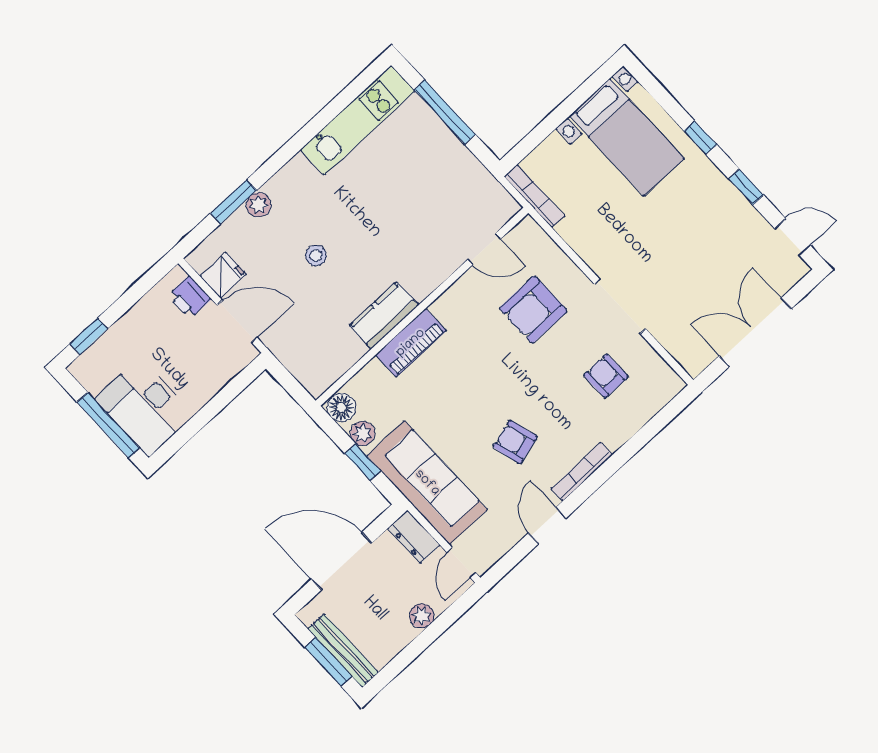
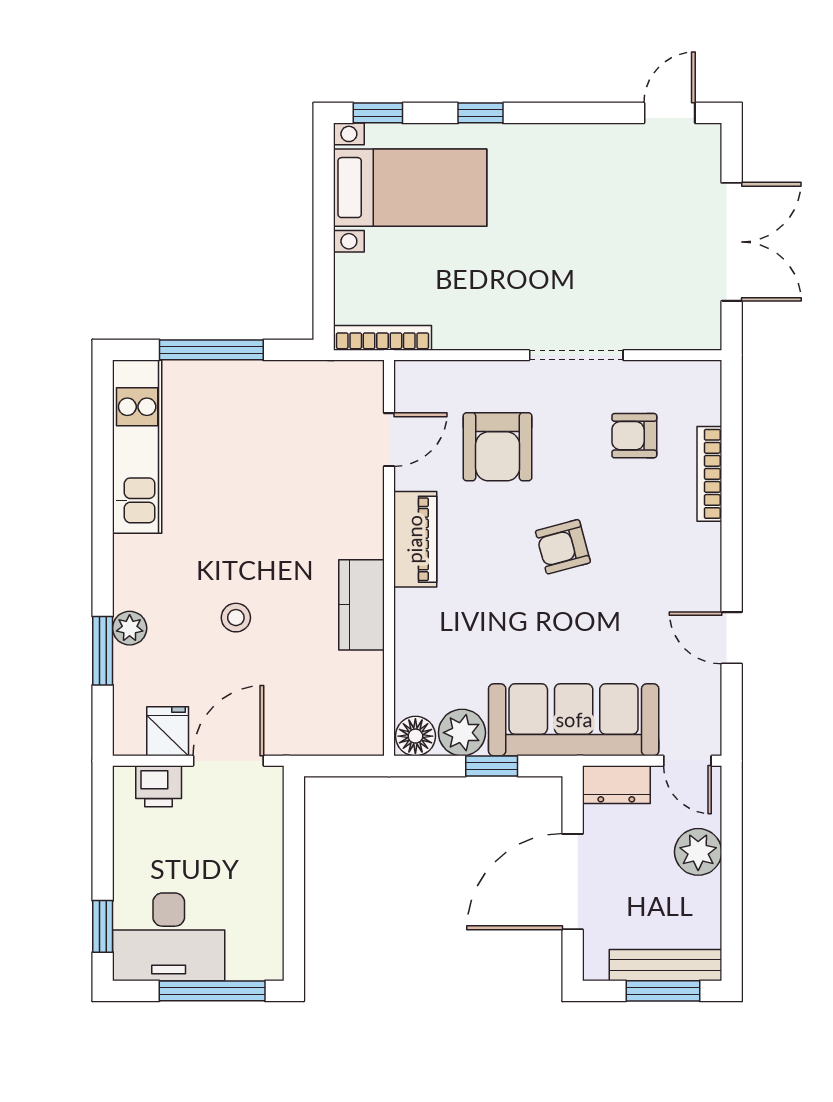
window: (746, 187) -> (378, 113), moved
double door: (755, 332) -> (732, 242), swing flipped
piano: (411, 343) -> (415, 539), moved
desk: (144, 407) -> (169, 937), moved
plant: (363, 433) -> (462, 733), width x1.38, depth x1.38
armchair: (515, 442) -> (563, 547), moved
bookcase: (582, 472) -> (709, 474), moved
plant: (422, 616) -> (698, 852), width x1.38, depth x1.38

